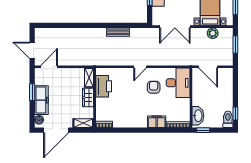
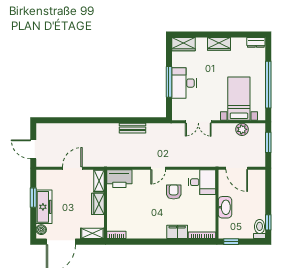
double door: (175, 27) -> (198, 122), width x0.73
door: (49, 67) -> (72, 168), moved
desk: (178, 83) -> (202, 182), width x0.73
printer: (104, 86) -> (119, 179), moved, turned 90
washbasin: (198, 116) -> (225, 207), moved

